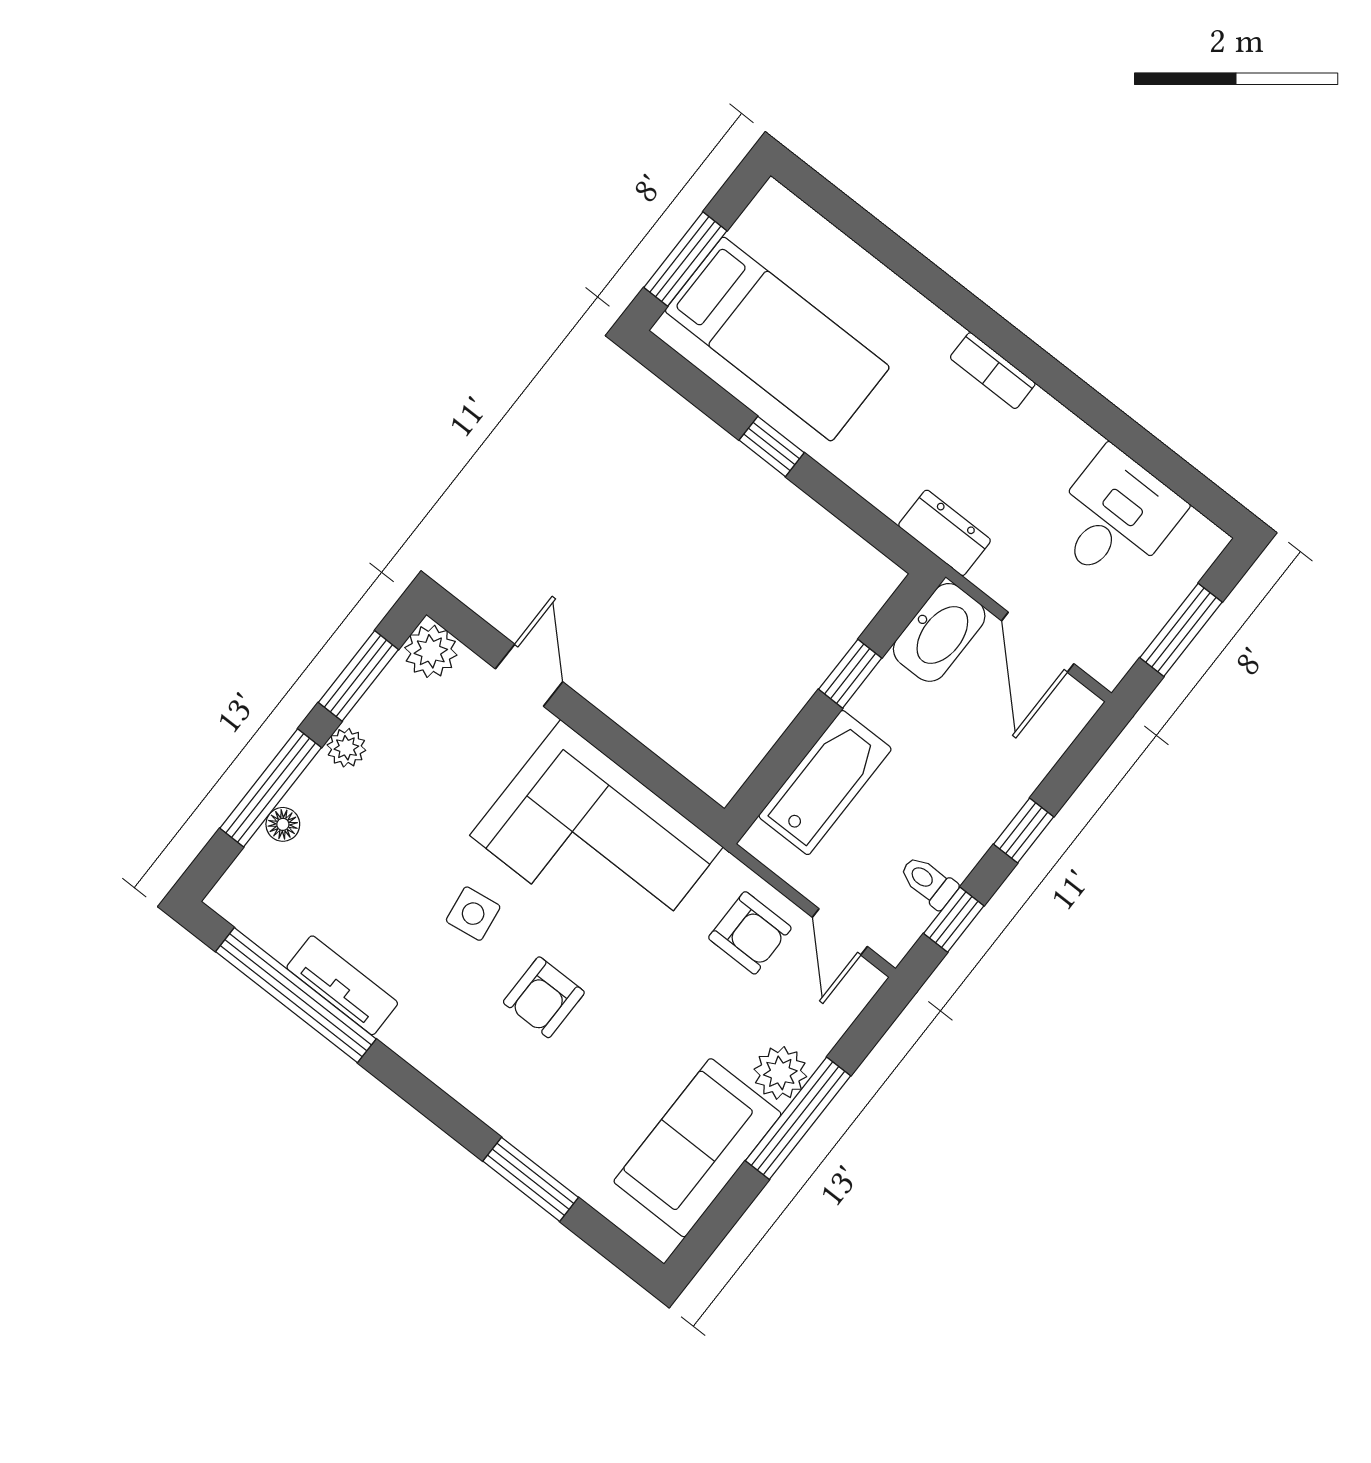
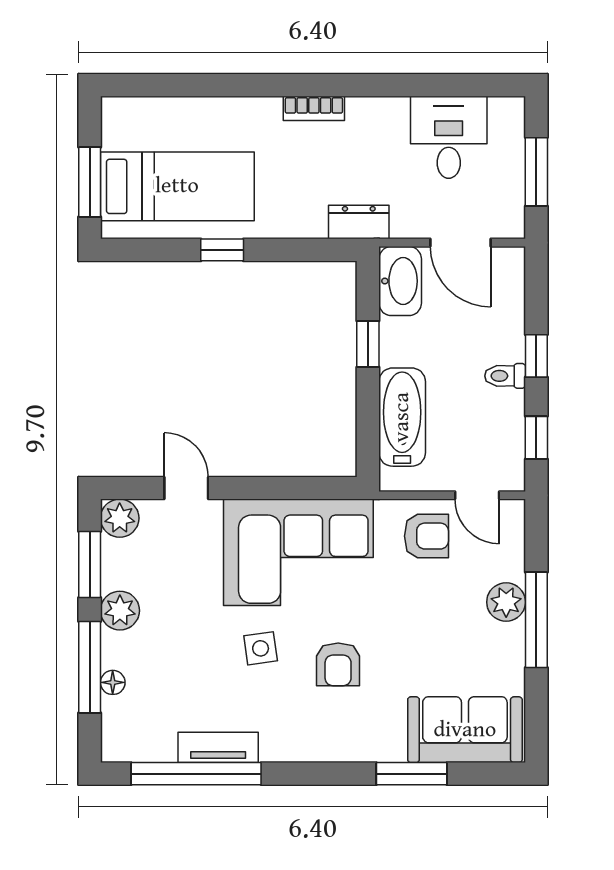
plant: (346, 748) -> (120, 611), width x1.38, depth x1.38
toilet: (928, 882) -> (505, 376), moved
sofa: (697, 1148) -> (465, 730), moved, turned 90

